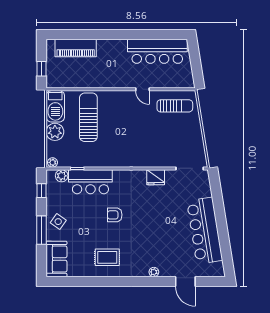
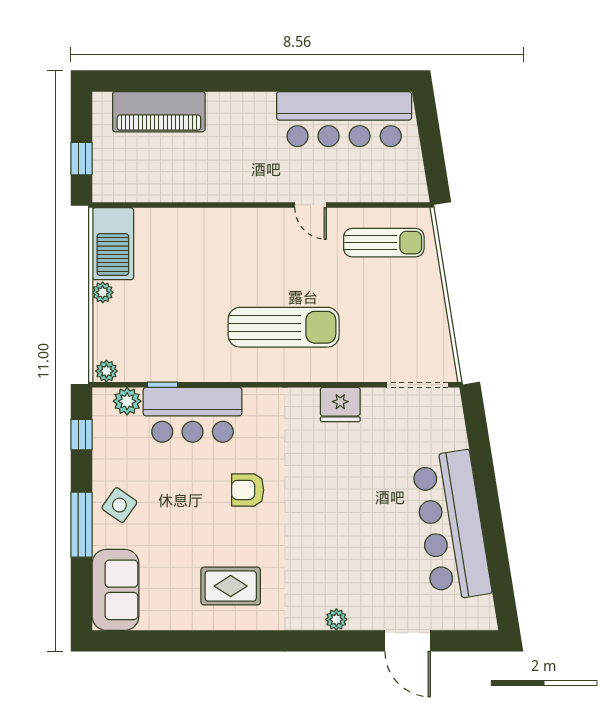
sun lounger: (88, 117) -> (284, 327), moved, turned 90
plant: (55, 132) -> (103, 292), width x0.53, depth x0.53

